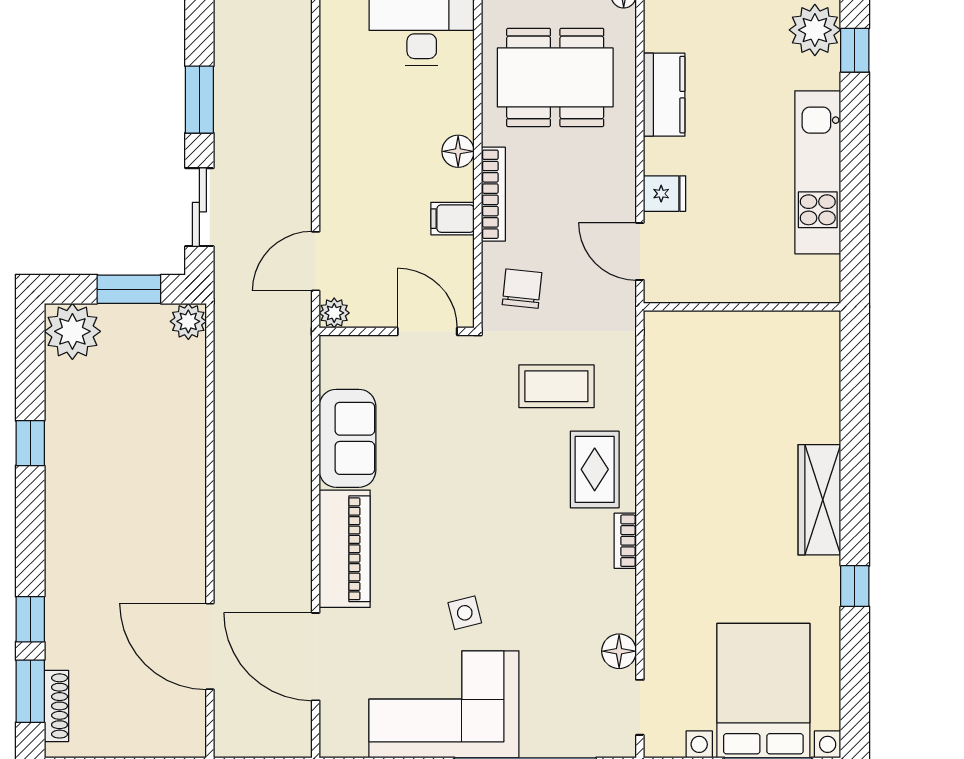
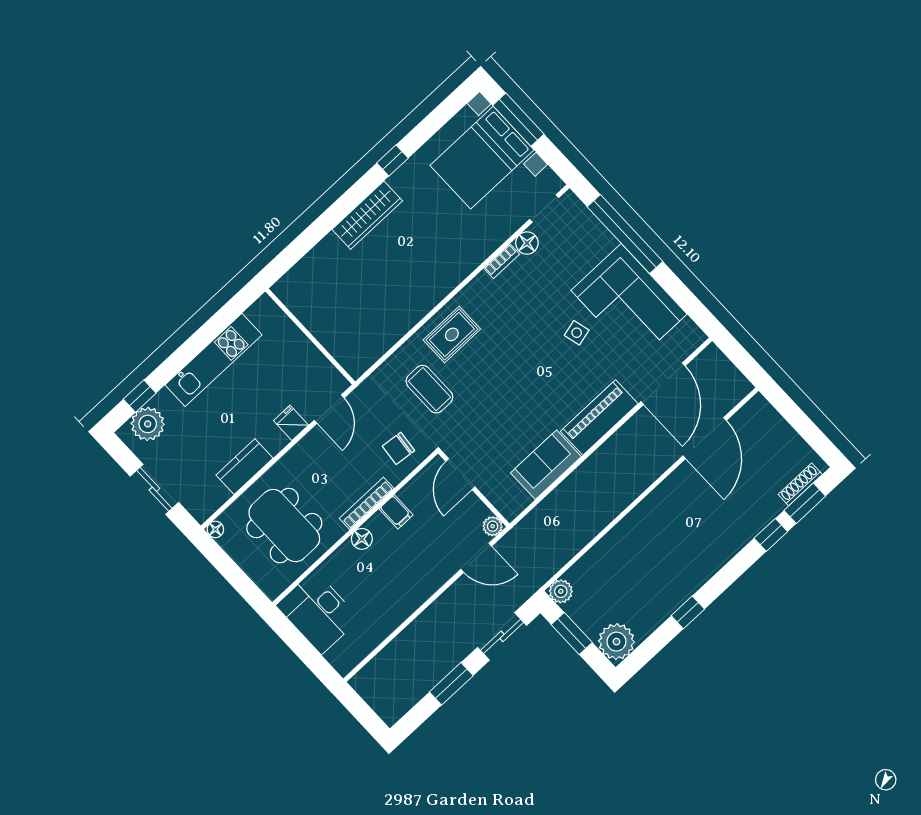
bookcase: (625, 541) -> (502, 261), moved

